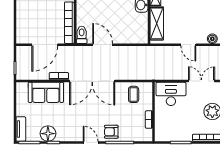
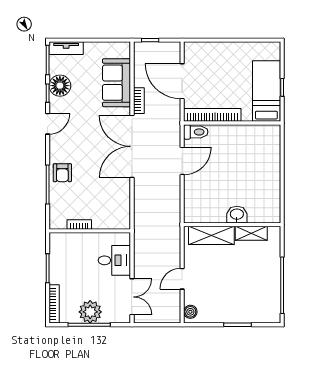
coffee table: (134, 94) -> (114, 203), removed
desk: (171, 94) -> (114, 260), width x0.73
armchair: (111, 132) -> (62, 173), turned 180
door: (91, 142) -> (48, 124), moved

